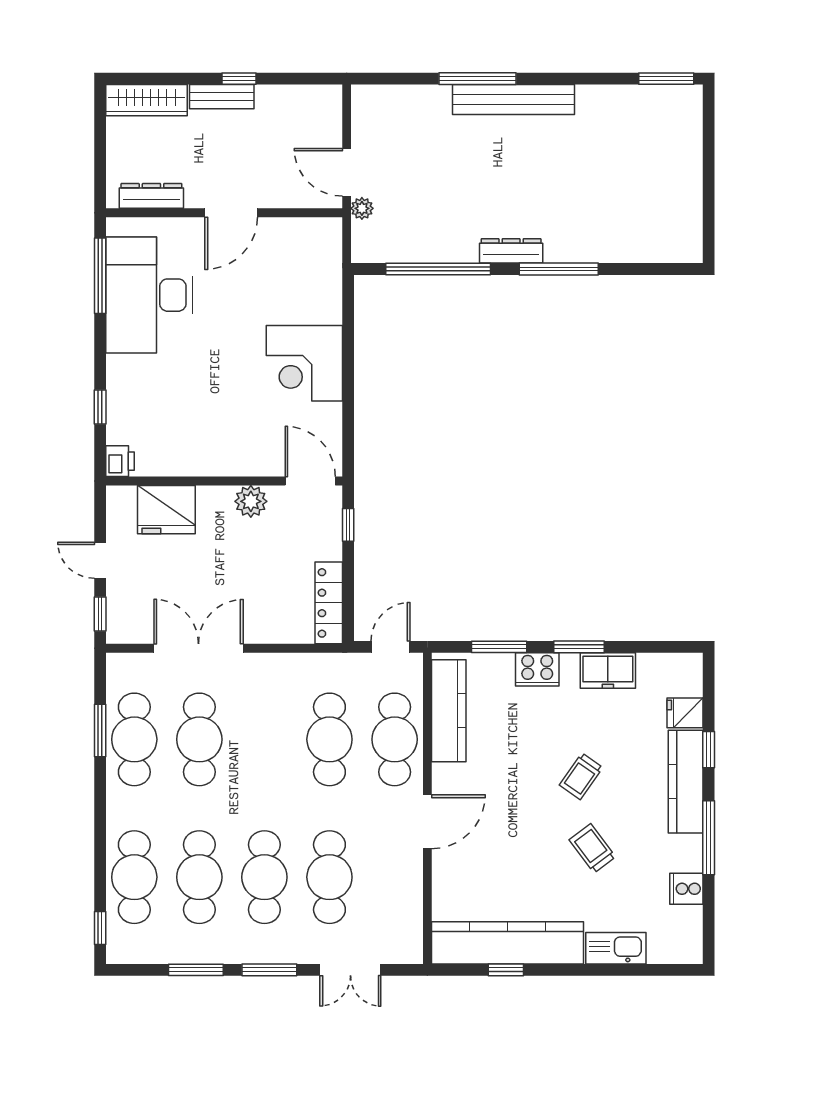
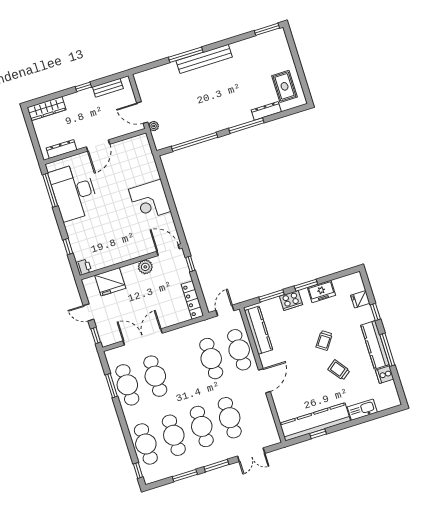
bench: (222, 97) -> (108, 88), moved
rug: (666, 211) -> (285, 86), added
dresser: (511, 251) -> (266, 111), moved
kitchen counter: (686, 782) -> (375, 345), moved

